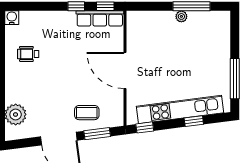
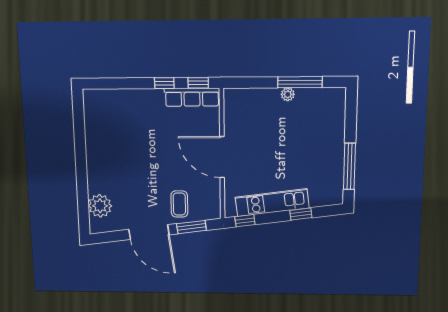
water cooler: (12, 18) -> (91, 97), removed
wheelchair: (28, 54) -> (111, 139), removed
kitchen unit: (180, 109) -> (272, 203), width x0.73
coffee table: (87, 113) -> (179, 204), turned 90

